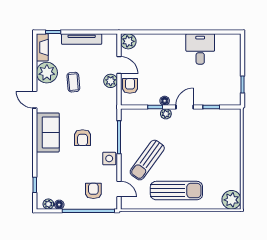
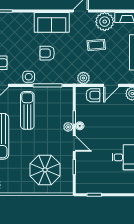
plant: (111, 81) -> (83, 78), moved
parasol: (214, 140) -> (45, 170), added
sun lounger: (147, 160) -> (27, 110), turned 54

